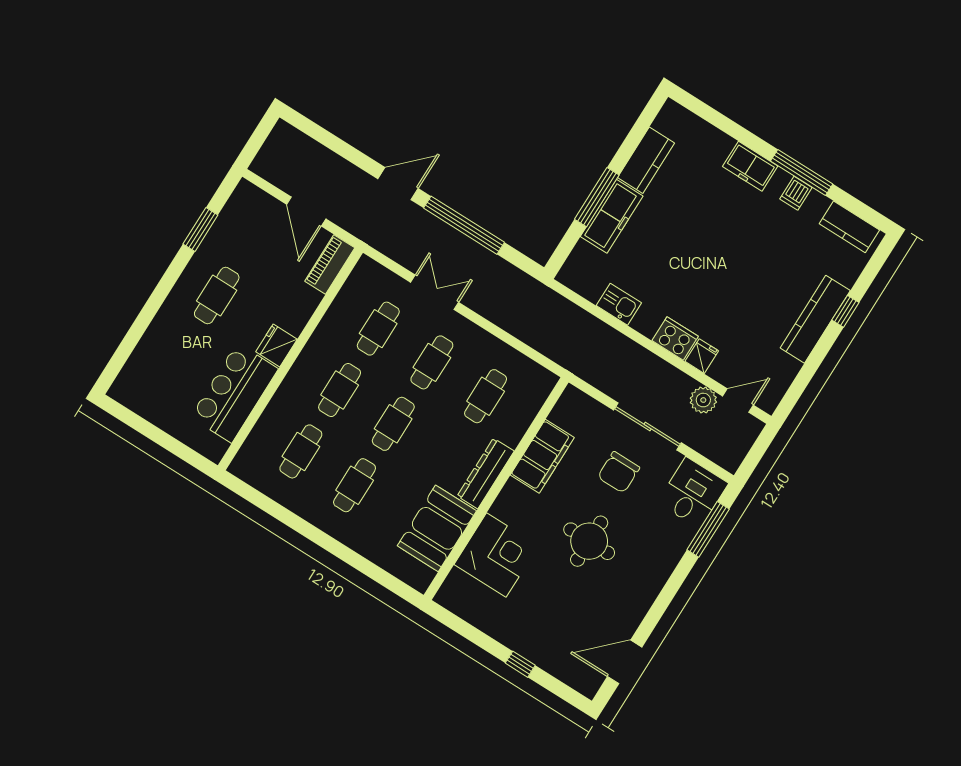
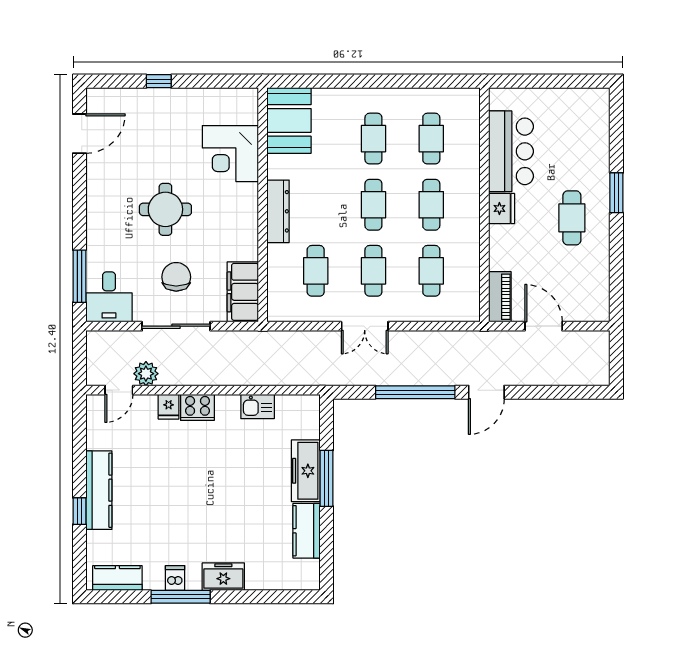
window: (200, 230) -> (616, 193), moved
double door: (435, 292) -> (365, 326), moved
filing cabinet: (542, 456) -> (243, 292), moved
booth: (437, 528) -> (289, 120), moved

